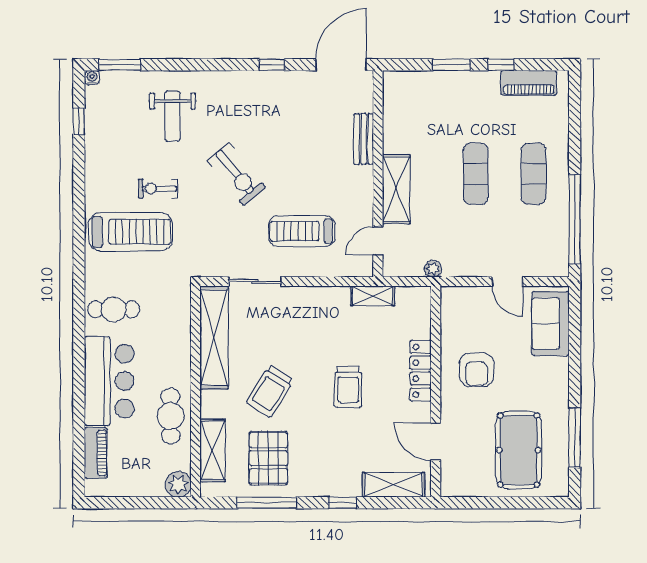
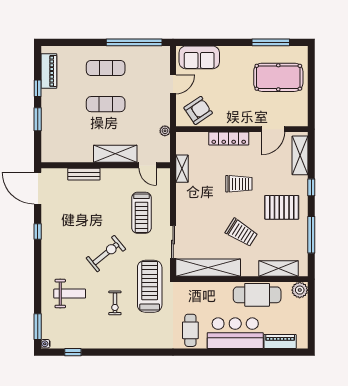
treadmill: (131, 232) -> (150, 286), moved
armchair: (477, 370) -> (198, 110), moved, turned -34
cafe table: (171, 416) -> (257, 295), width x1.37, depth x1.35
pallet: (268, 458) -> (282, 207), moved

